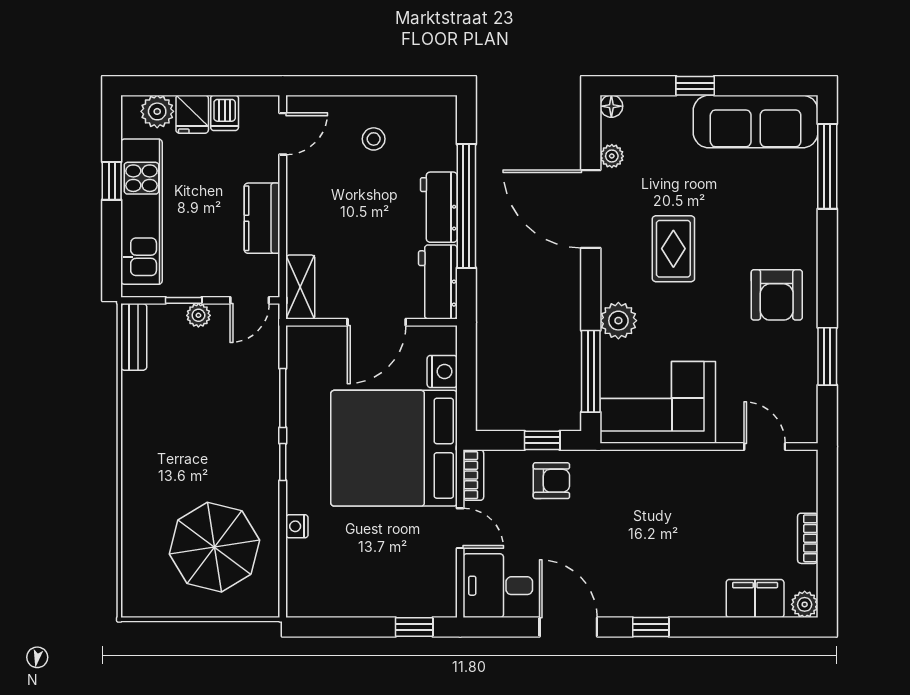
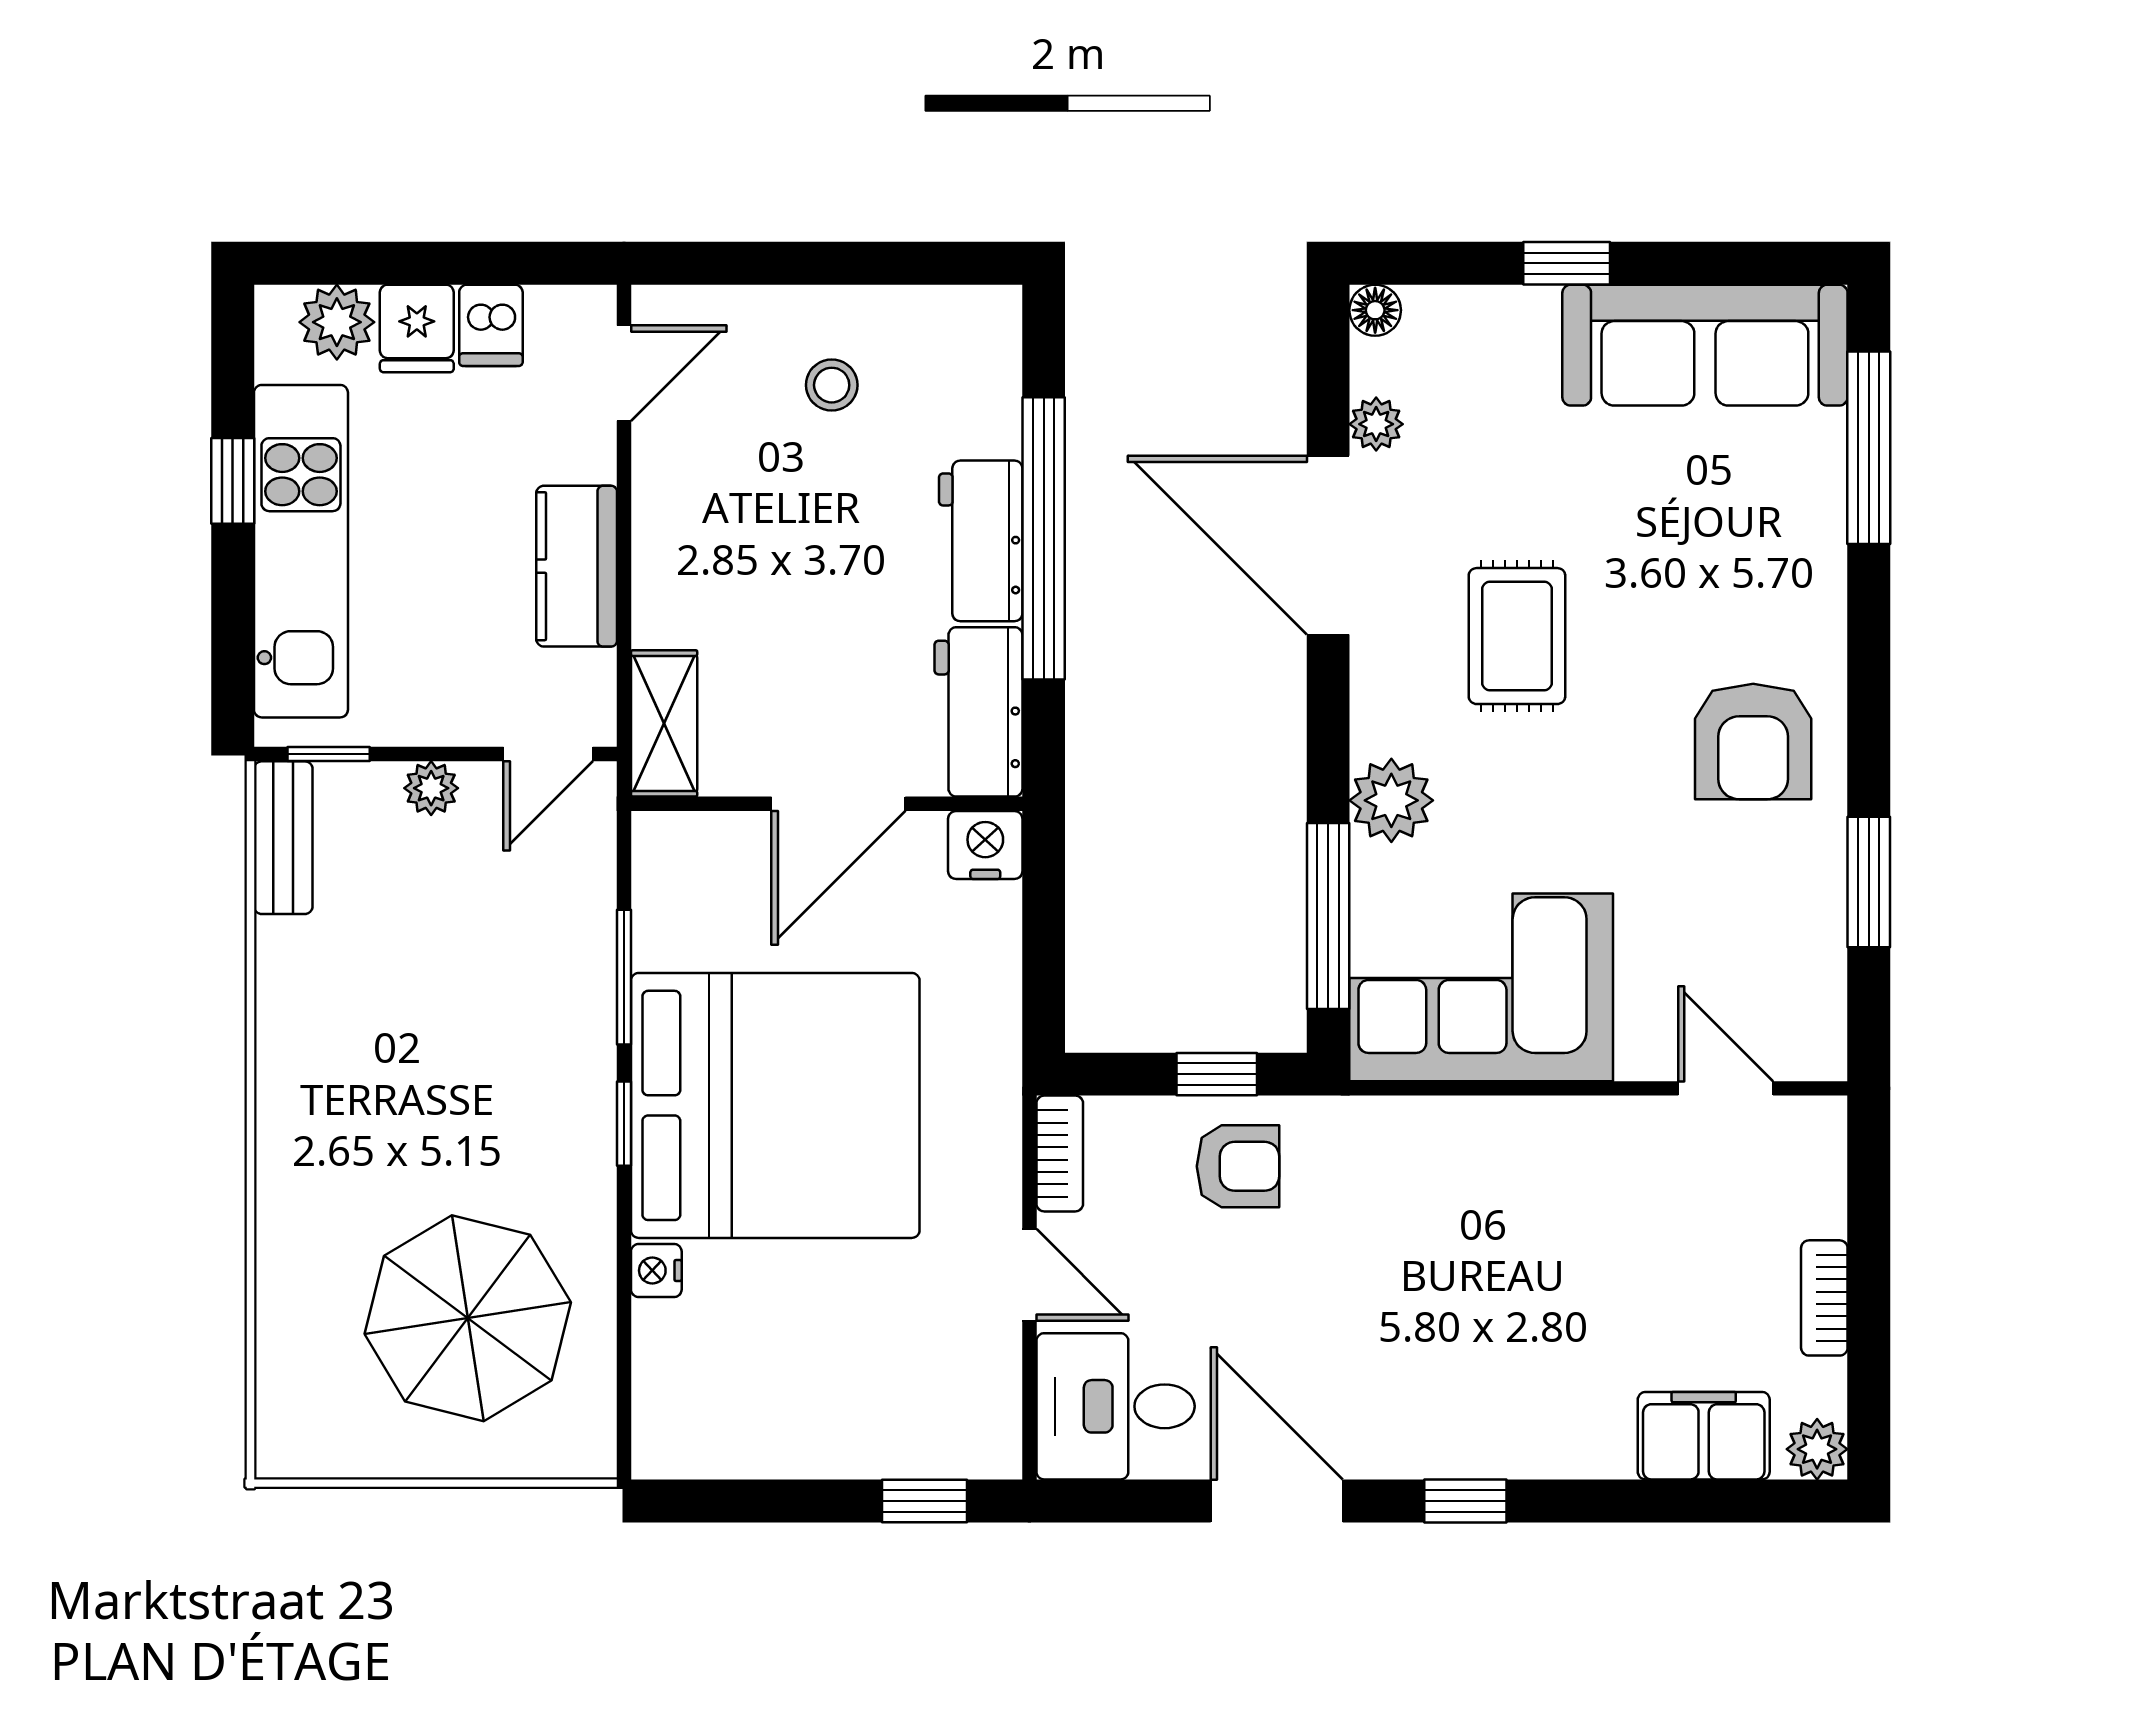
window: (184, 300) -> (329, 754), moved
nightstand: (442, 371) -> (985, 845), moved, turned -90
bed: (394, 448) -> (775, 1105), moved, turned 180

